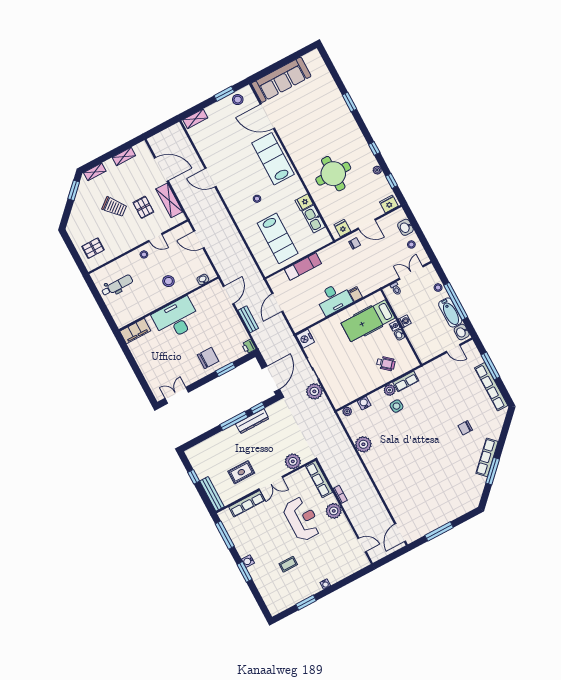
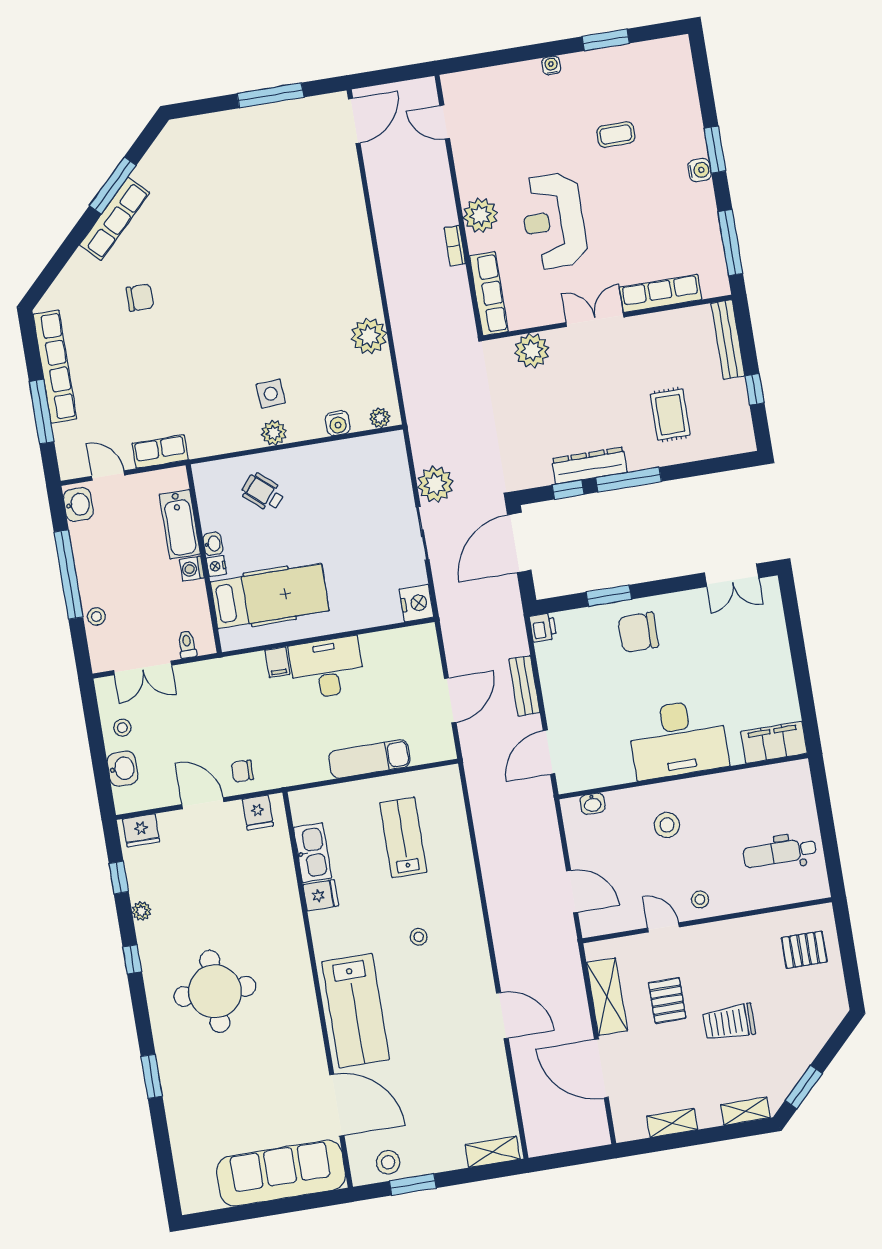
round table: (333, 174) -> (215, 991), moved
trolley: (114, 207) -> (729, 1022), turned -51
lab bench: (278, 238) -> (403, 837), width x0.73, depth x0.72
bathtub: (450, 312) -> (180, 524), moved, turned 180
row of seats: (406, 381) -> (160, 452), moved
rug: (241, 472) -> (670, 415), moved, turned 90

